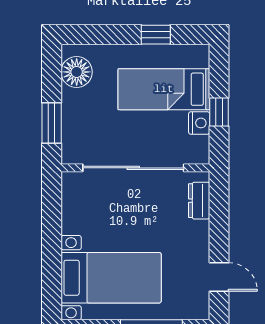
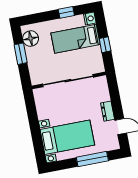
window: (52, 123) -> (21, 54), moved
nightstand: (199, 123) -> (90, 19), moved
dresser: (199, 201) -> (108, 111), moved

